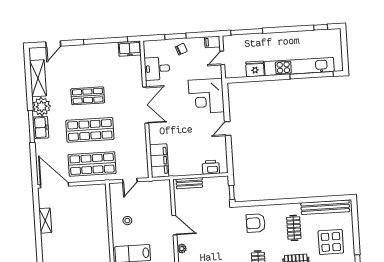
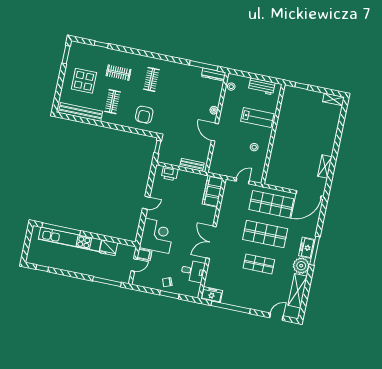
filing cabinet: (212, 42) -> (144, 255), moved
door: (54, 185) -> (309, 195), hinge flipped
armchair: (256, 223) -> (144, 115), turned 90

